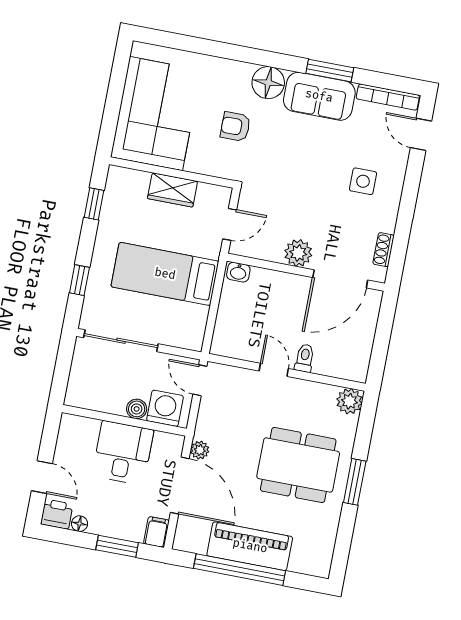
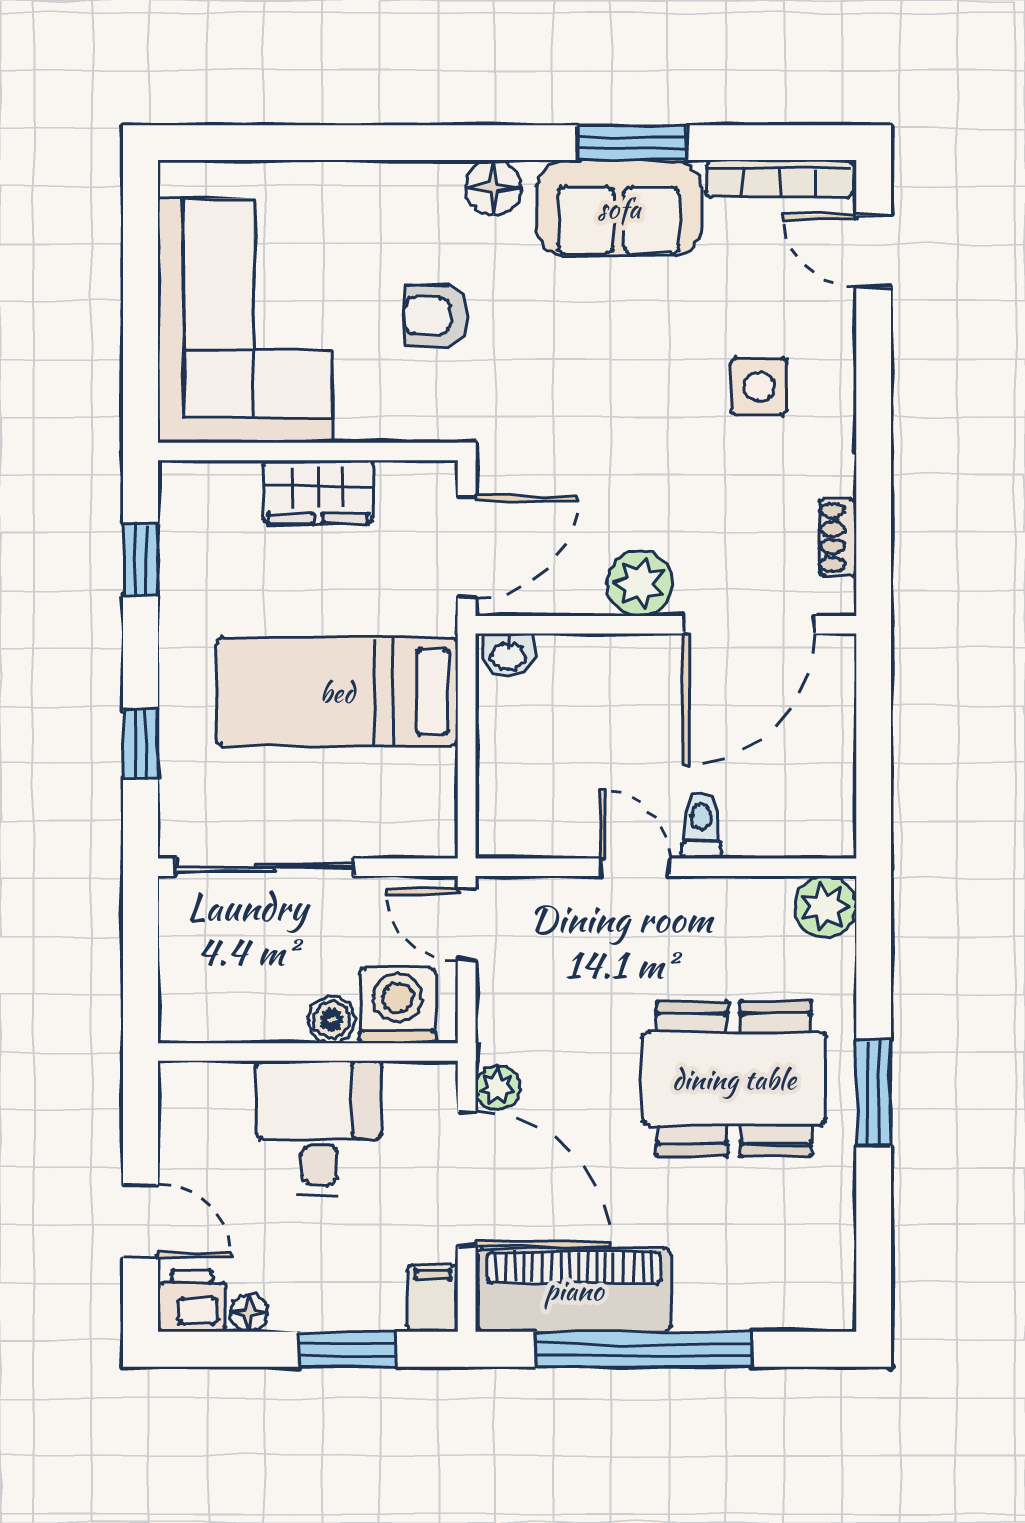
floor lamp: (268, 83) -> (494, 188), width x0.73, depth x0.73
door: (230, 224) -> (467, 547), width x1.38
piano: (250, 546) -> (574, 1290), moved

